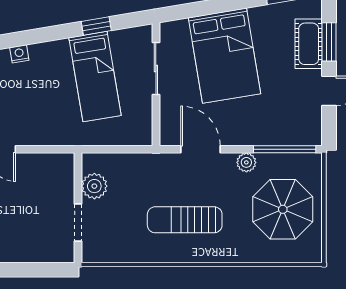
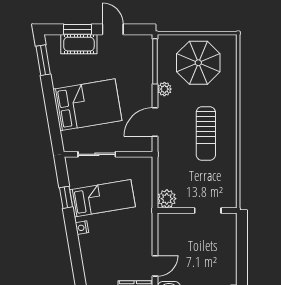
nightstand: (19, 54) -> (82, 228), moved
plant: (94, 186) -> (167, 199), moved

